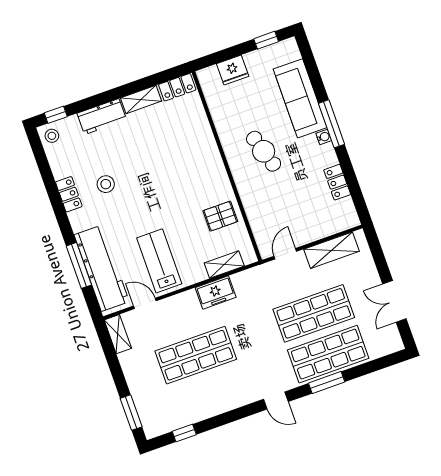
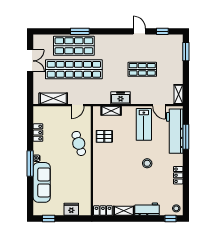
cafe table: (264, 151) -> (79, 143), moved
stool: (106, 184) -> (147, 163), moved
shop shelf: (314, 313) -> (74, 69), width x1.40
shop shelf: (196, 355) -> (142, 69), width x0.70, depth x0.74
door: (276, 400) -> (139, 31), moved

